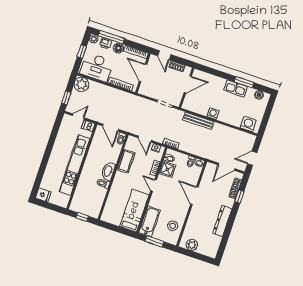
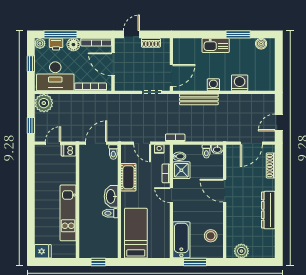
door: (164, 55) -> (131, 34), swing flipped
door: (188, 84) -> (171, 76), moved
kitchen sink: (236, 88) -> (216, 45), moved
washing machine: (248, 124) -> (240, 83), moved
door: (111, 128) -> (96, 143), swing flipped
kitchen unit: (74, 165) -> (68, 213), width x0.73
window: (239, 197) -> (279, 174), removed
bed: (134, 211) -> (136, 233), moved

